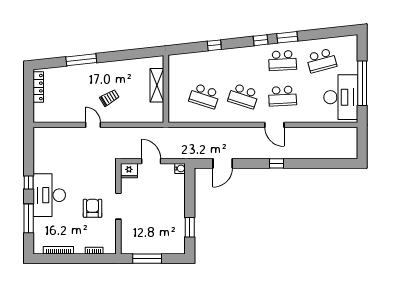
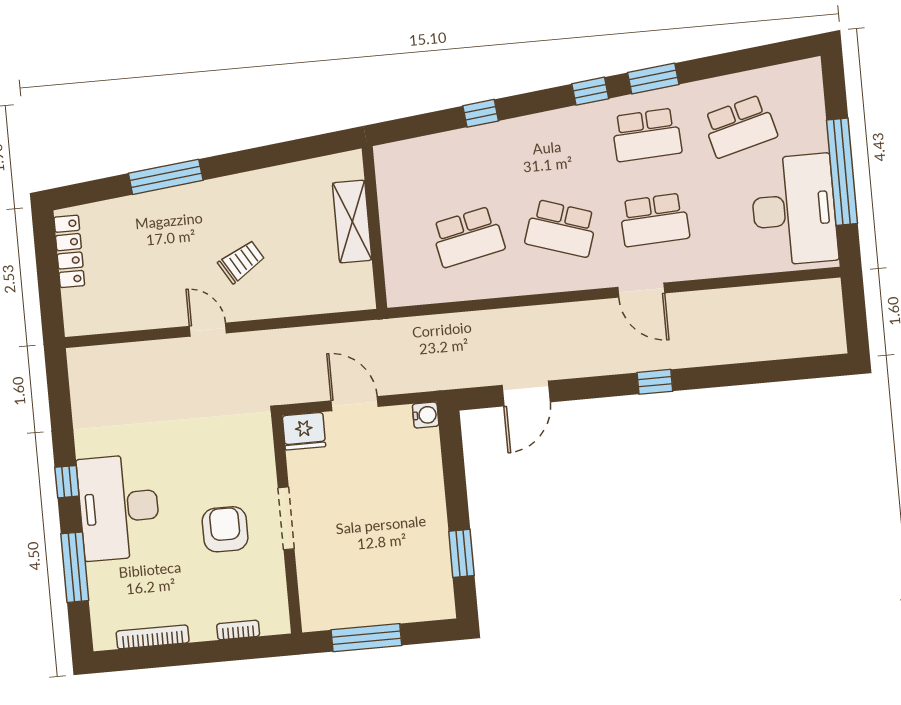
school desk: (204, 96) -> (468, 237), turned -30

